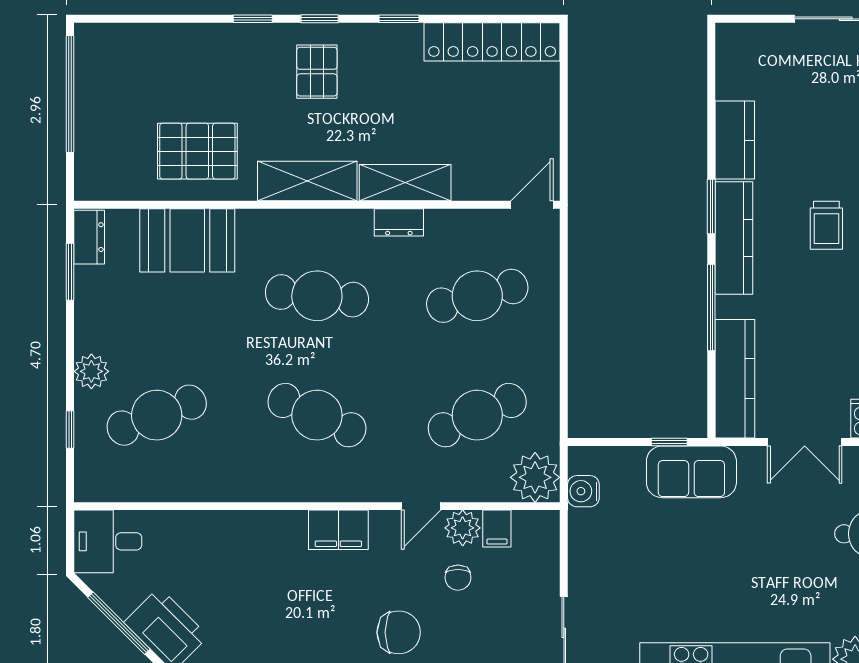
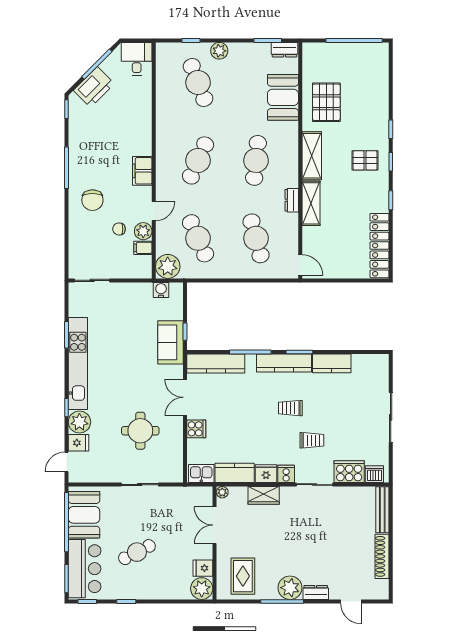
door: (421, 506) -> (154, 211), swing flipped

